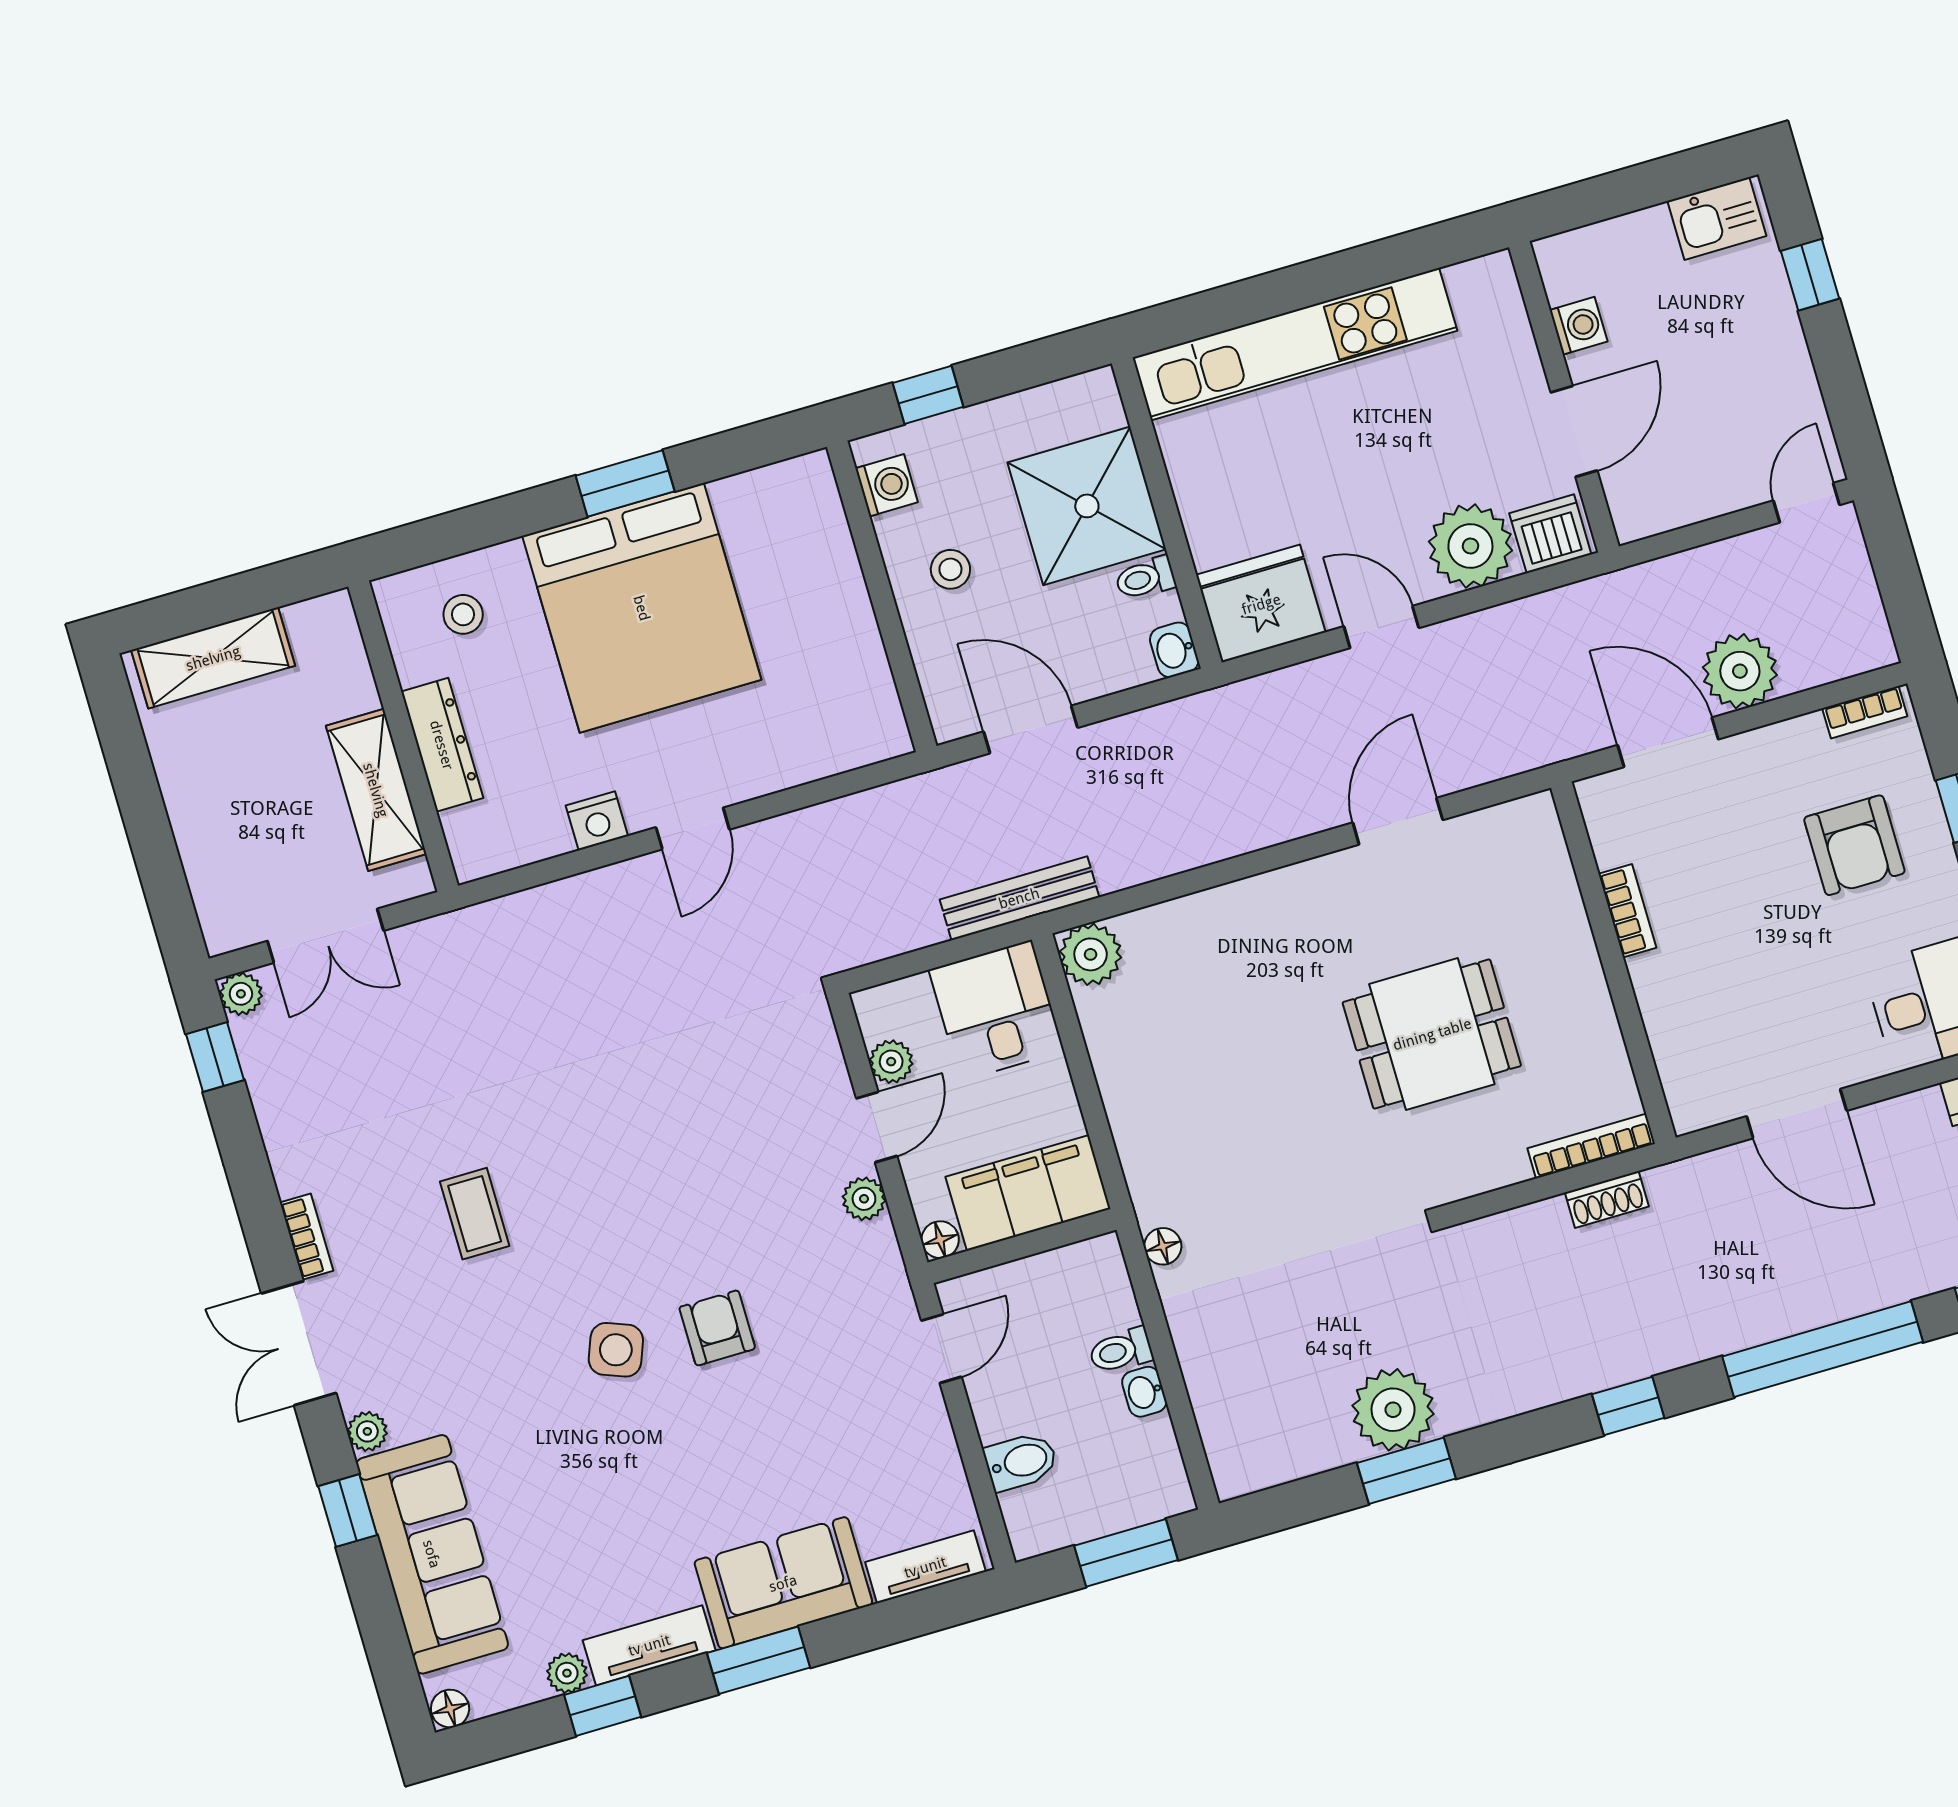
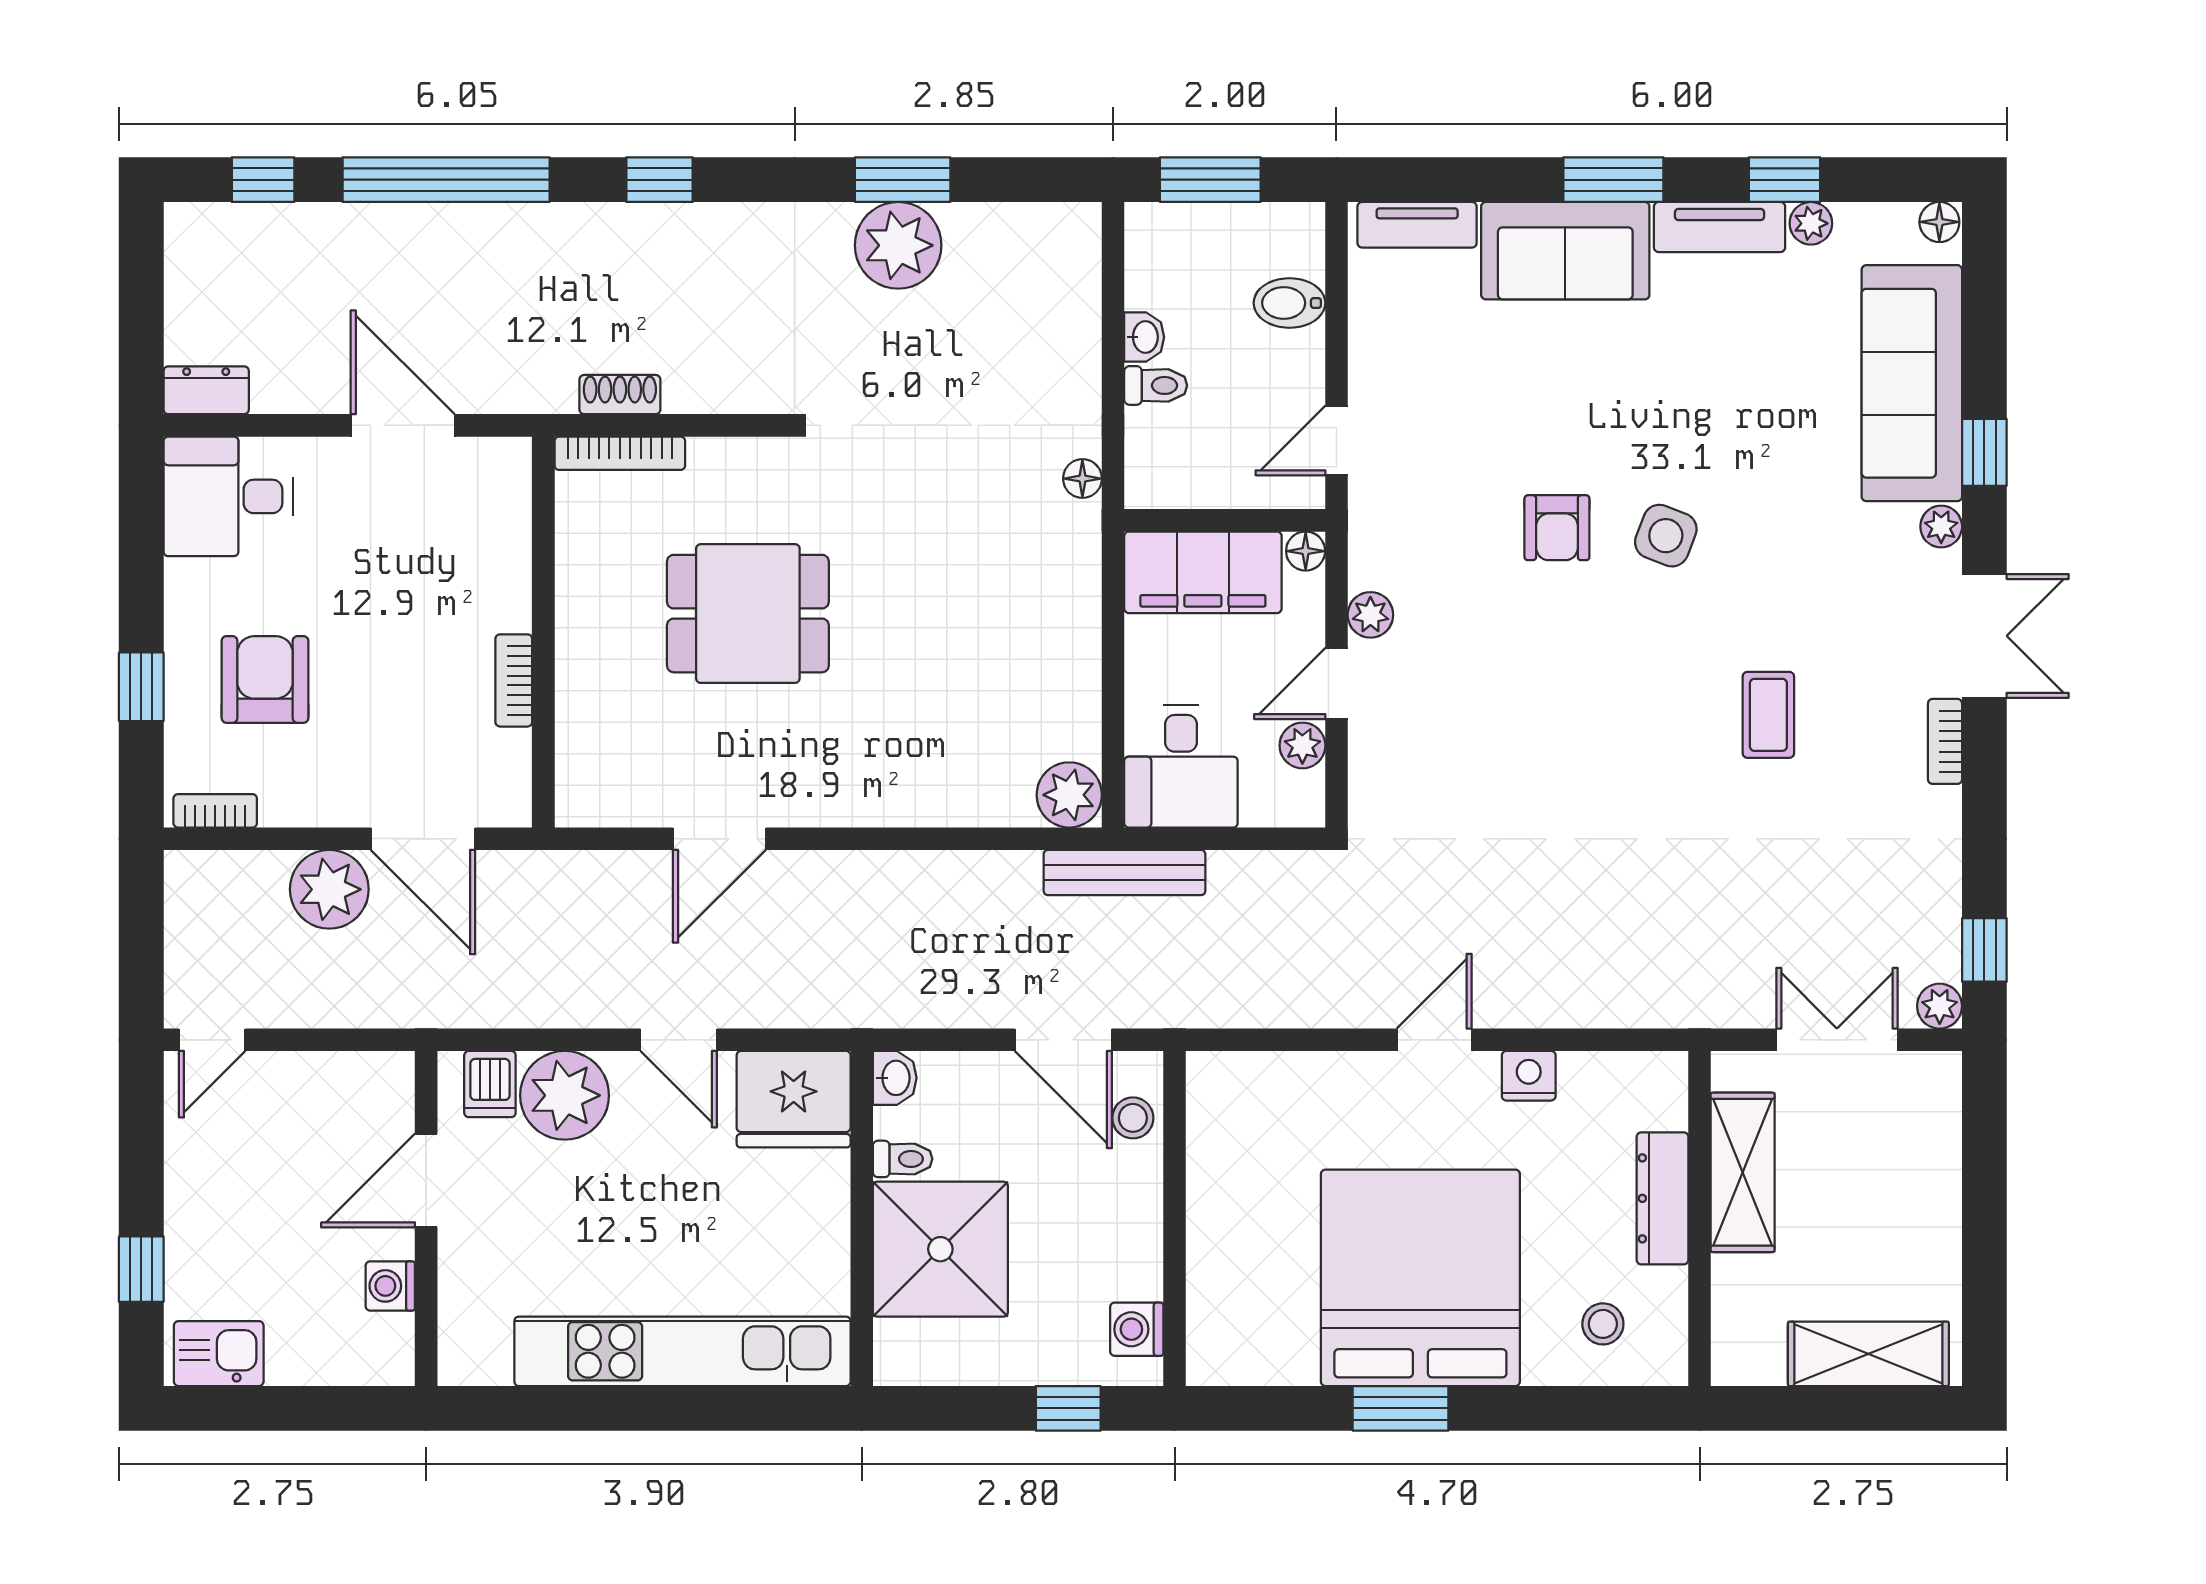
dishwasher: (1550, 534) -> (490, 1084), width x0.73
stool: (950, 569) -> (1133, 1118), moved

